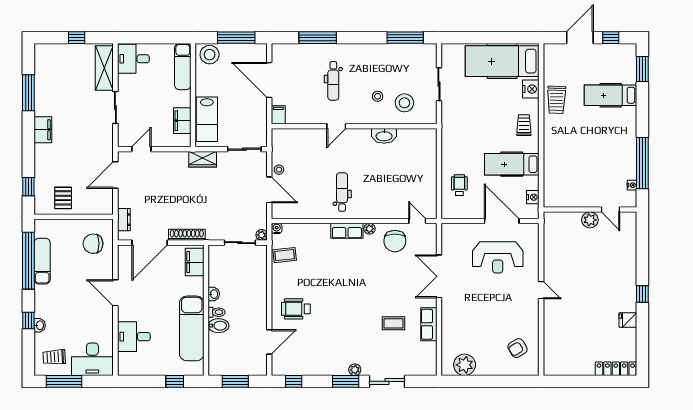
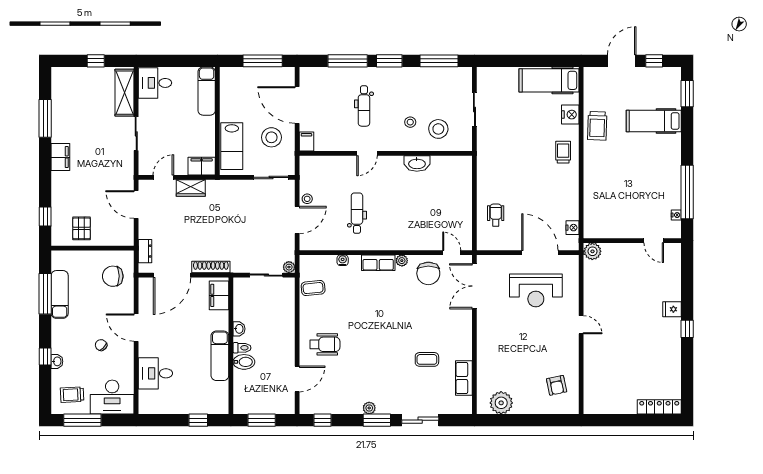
window: (357, 38) -> (389, 61), added
stool: (210, 55) -> (271, 137), moved
hospital bed: (502, 61) -> (549, 80), width x0.73, depth x0.78
filing cabinet: (182, 121) -> (202, 166), moved, turned 90
wardrobe: (203, 159) -> (191, 188), moved
hospital bed: (512, 164) -> (550, 193), removed
door: (115, 175) -> (136, 204), hinge flipped
door: (269, 190) -> (297, 220), hinge flipped
dental chair: (342, 192) -> (357, 213), moved
plant: (590, 220) -> (592, 251), moved
water cooler: (277, 228) -> (343, 260), moved
window: (28, 261) -> (45, 294), width x0.68
double door: (439, 276) -> (474, 286), moved
wheelchair: (296, 309) -> (325, 344), turned 180
chair: (82, 310) -> (101, 345), added
fridge: (628, 320) -> (672, 309), moved
row of seats: (429, 324) -> (464, 378), moved
exam couch: (192, 328) -> (220, 356), width x0.73, depth x0.69
armchair: (518, 348) -> (557, 385), turned -71
plant: (355, 370) -> (369, 408), moved

